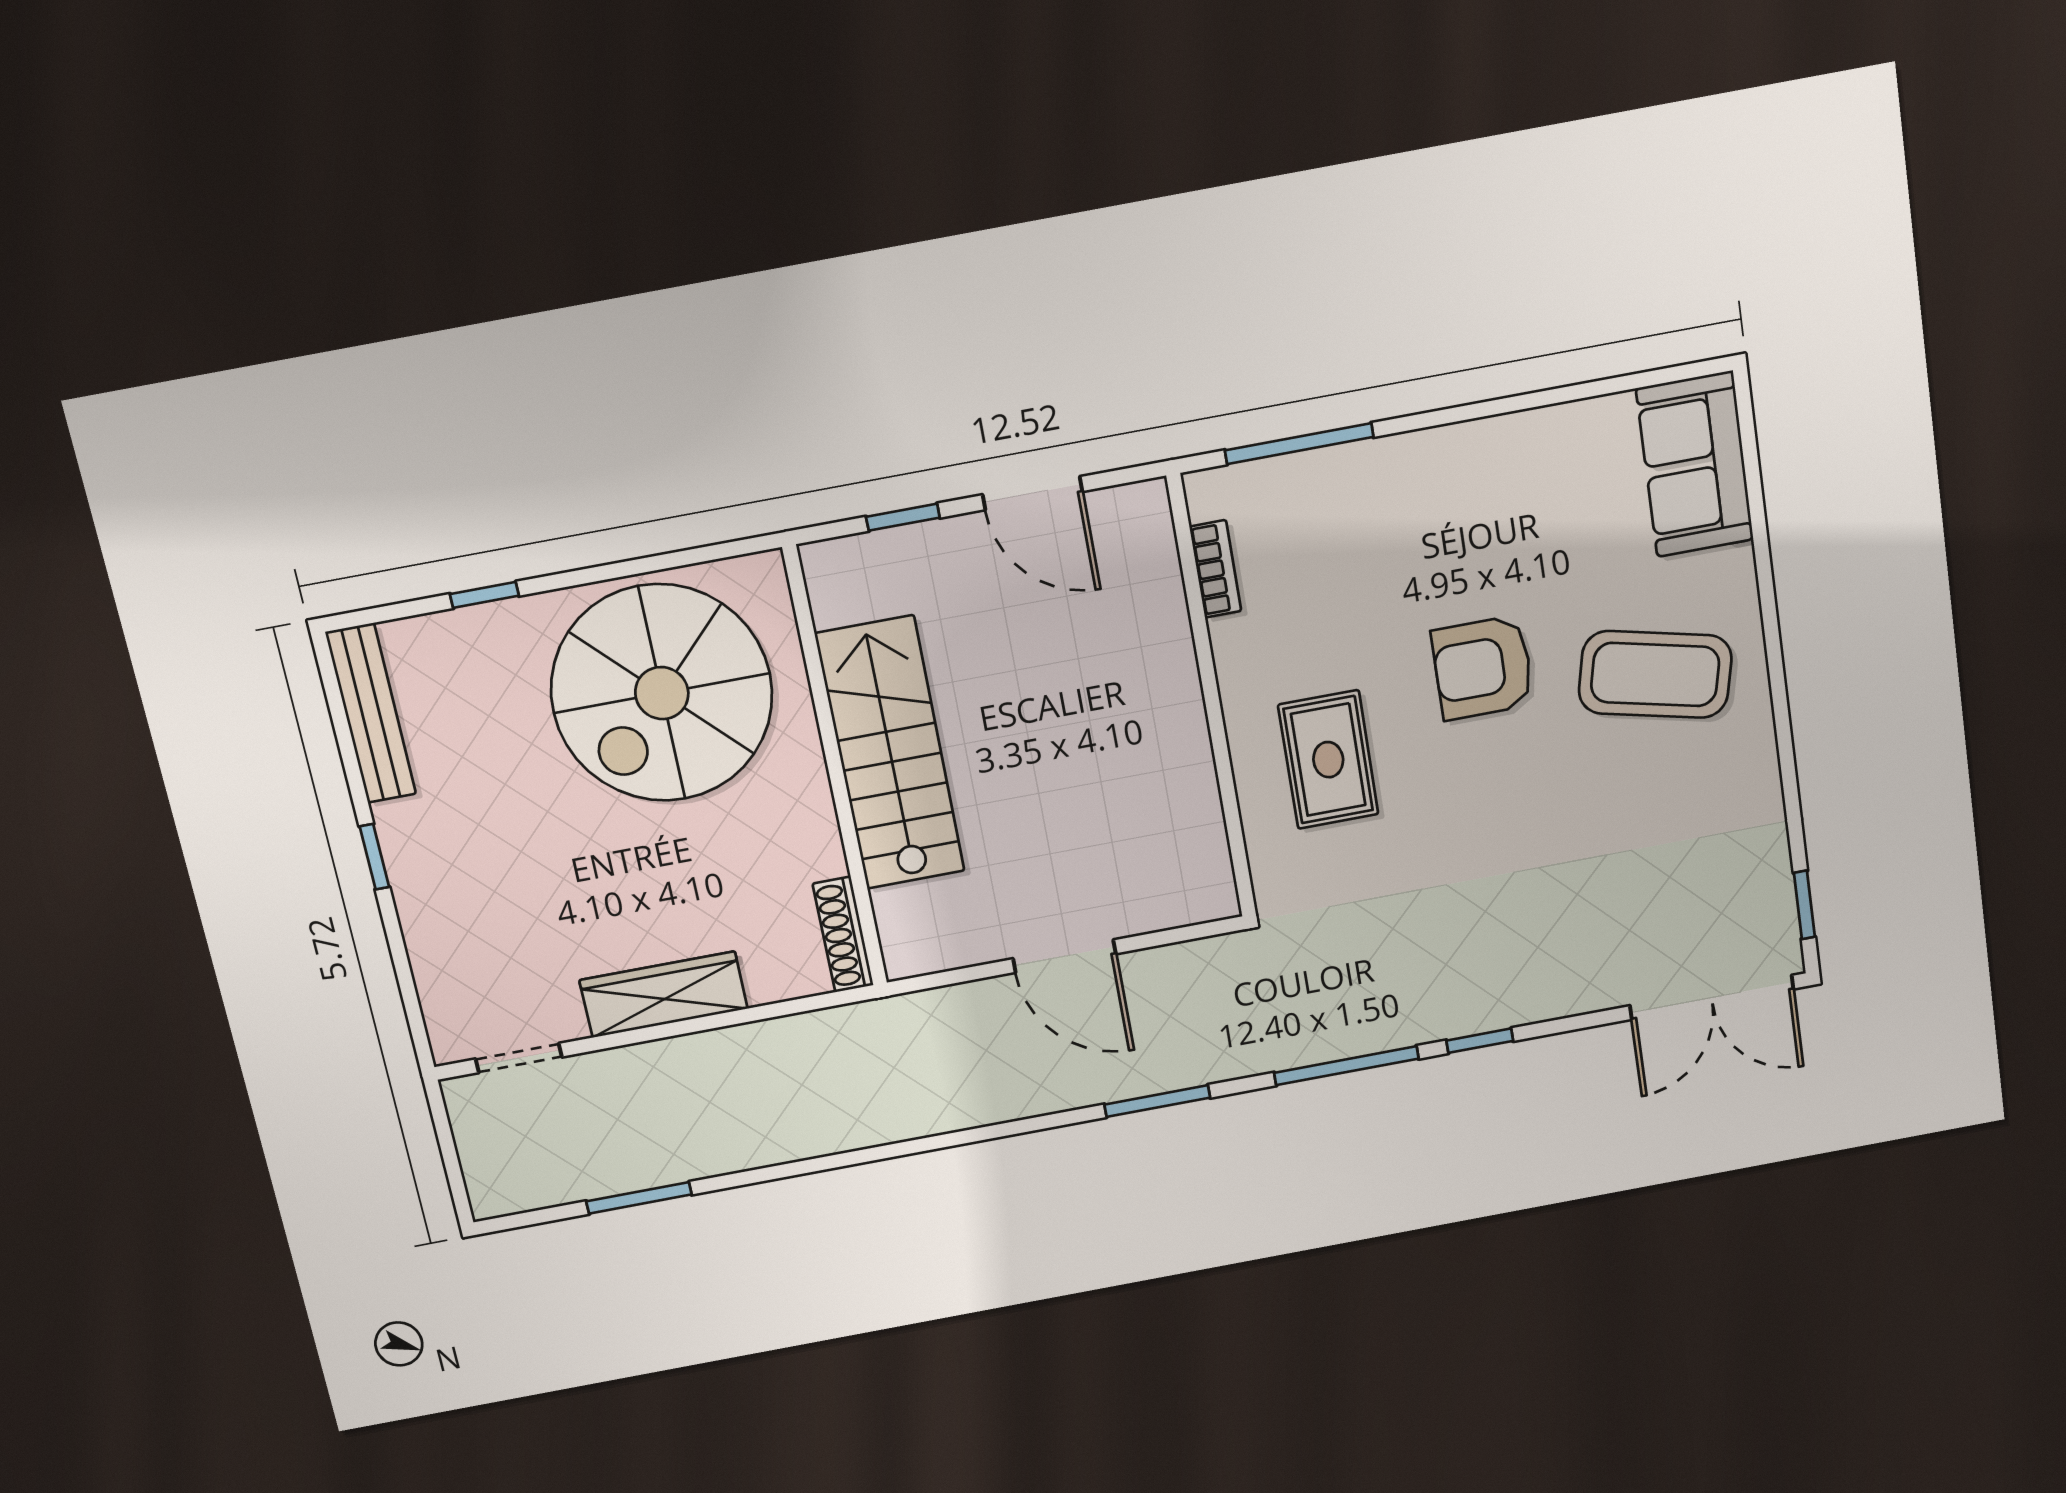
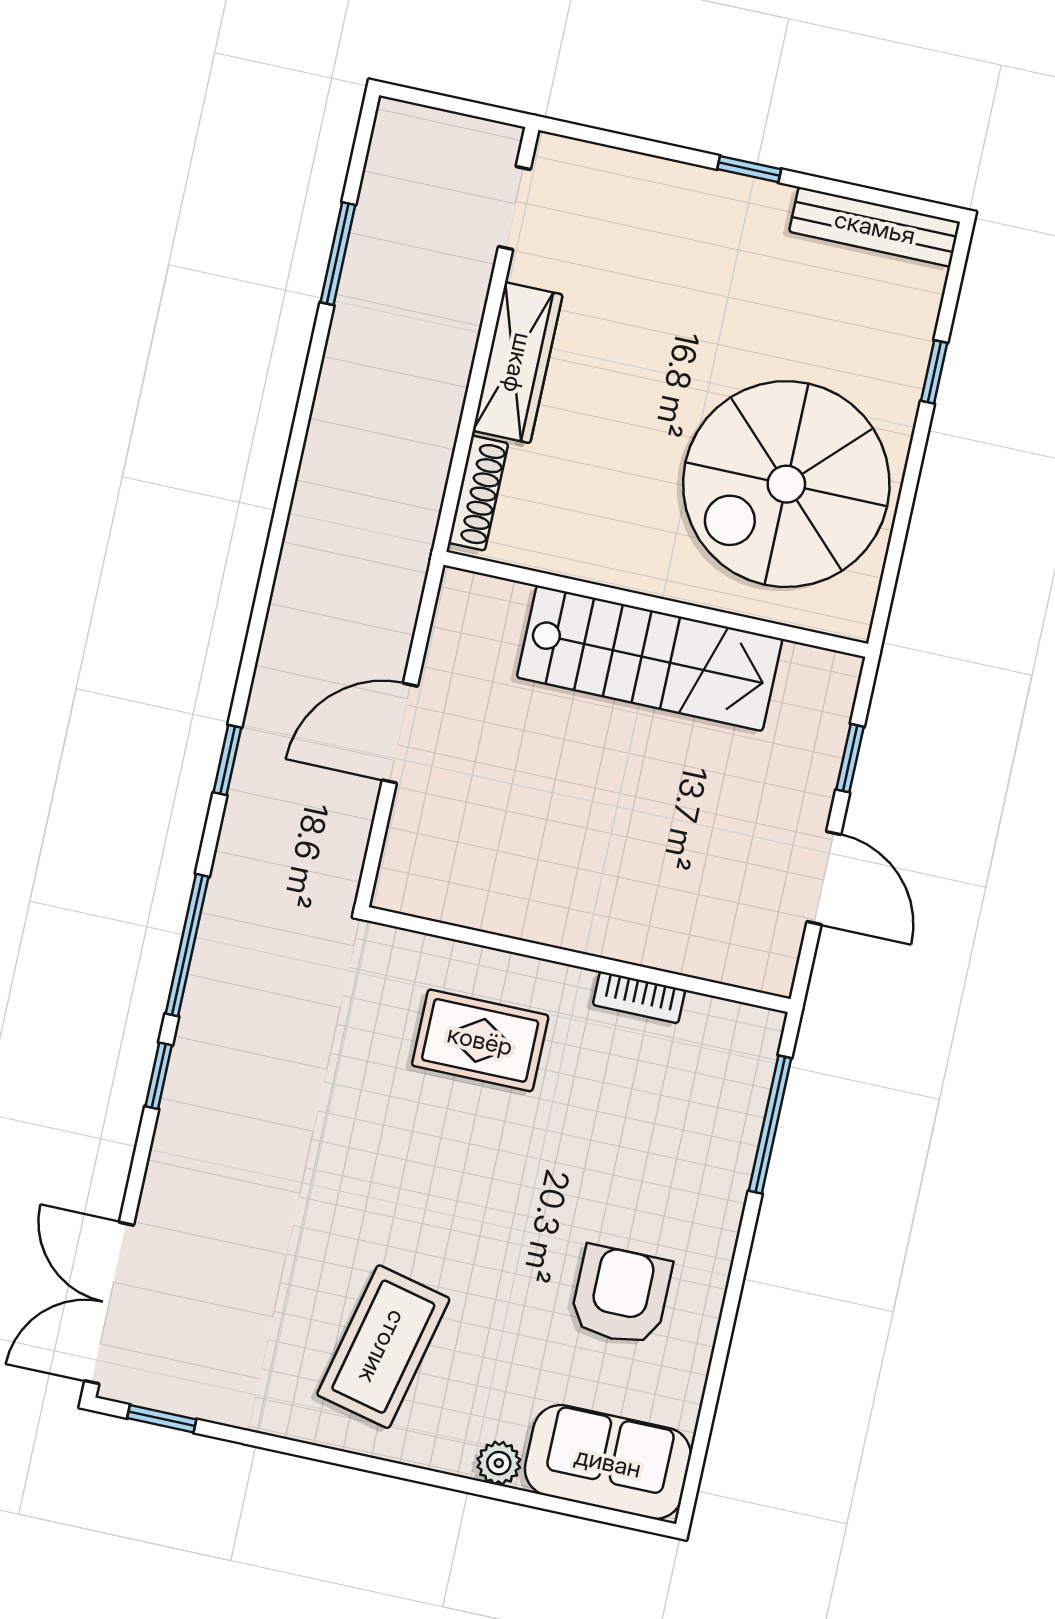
door: (1033, 493) -> (824, 878), swing flipped
bookcase: (1215, 569) -> (639, 997), moved
plant: (1734, 571) -> (499, 1463), added
armchair: (1483, 668) -> (621, 1295), moved
coffee table: (1655, 674) -> (383, 1347), moved
spiral stairs: (662, 693) -> (786, 484), turned -90
shoe rack: (843, 935) -> (478, 493), moved, turned 90
window: (1157, 1101) -> (227, 760), width x0.67

